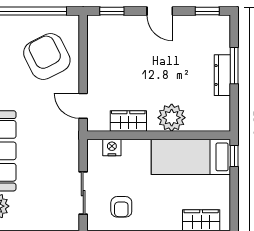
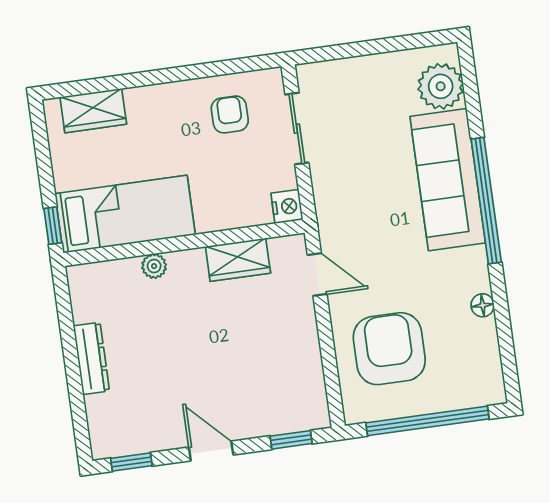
armchair: (47, 56) -> (389, 349), turned -153
window: (234, 66) -> (74, 377), removed
plant: (172, 118) -> (154, 266), width x0.53, depth x0.53
nightstand: (112, 147) -> (287, 206), moved, turned -90

